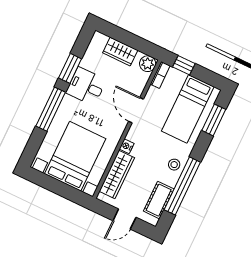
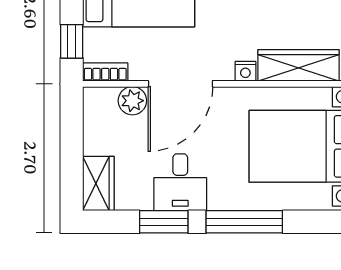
wardrobe: (120, 52) -> (98, 184), moved
plant: (148, 64) -> (132, 101), moved
door: (136, 110) -> (180, 84), width x1.36

